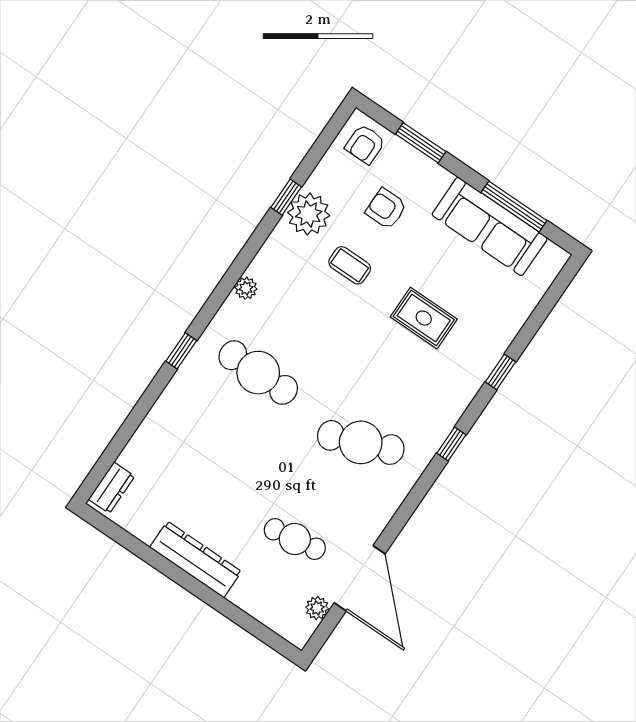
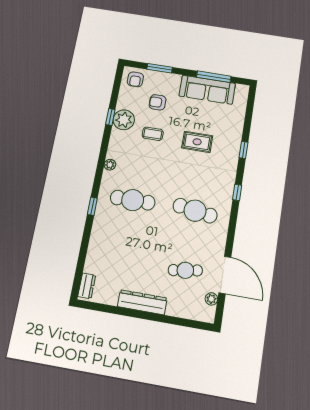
cafe table: (361, 442) -> (195, 211), turned 30

